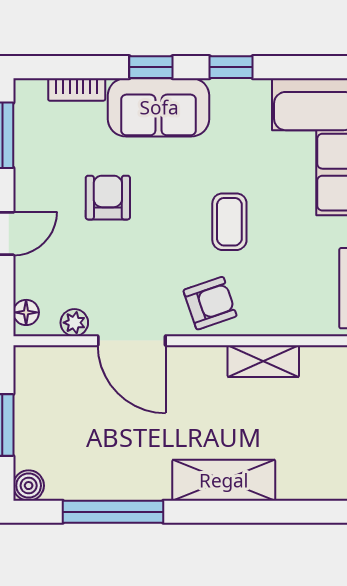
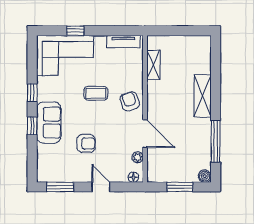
bookcase: (77, 89) -> (41, 156), removed
armchair: (108, 198) -> (86, 143), turned 180
door: (132, 341) -> (145, 134), hinge flipped
shelving: (263, 361) -> (153, 65), moved

